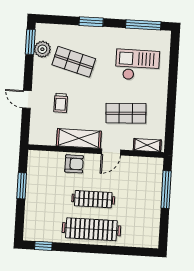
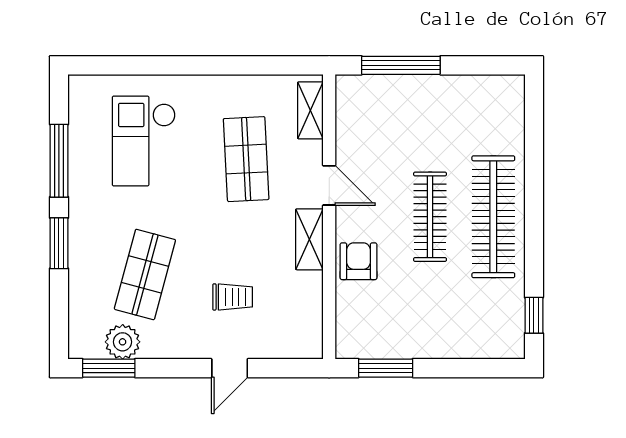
window: (143, 25) -> (59, 161), moved
shelving: (79, 138) -> (309, 239), width x0.67, depth x0.75
window: (22, 186) -> (386, 368), moved

